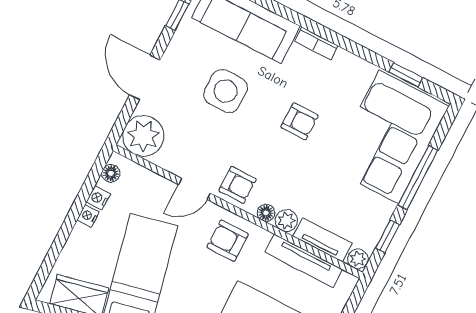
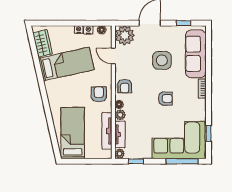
armchair: (300, 121) -> (165, 99), turned -90
window: (418, 178) -> (182, 161), moved
door: (194, 189) -> (113, 56), moved

